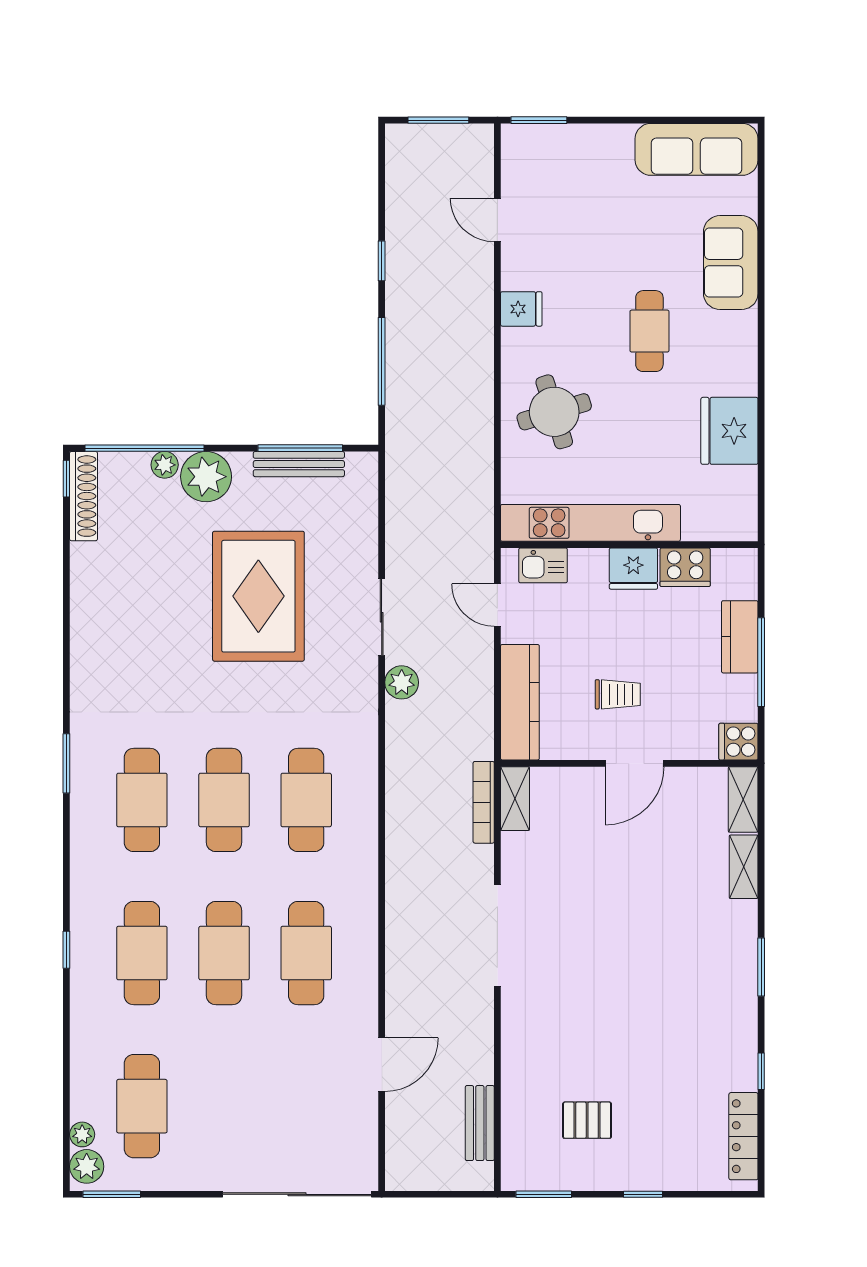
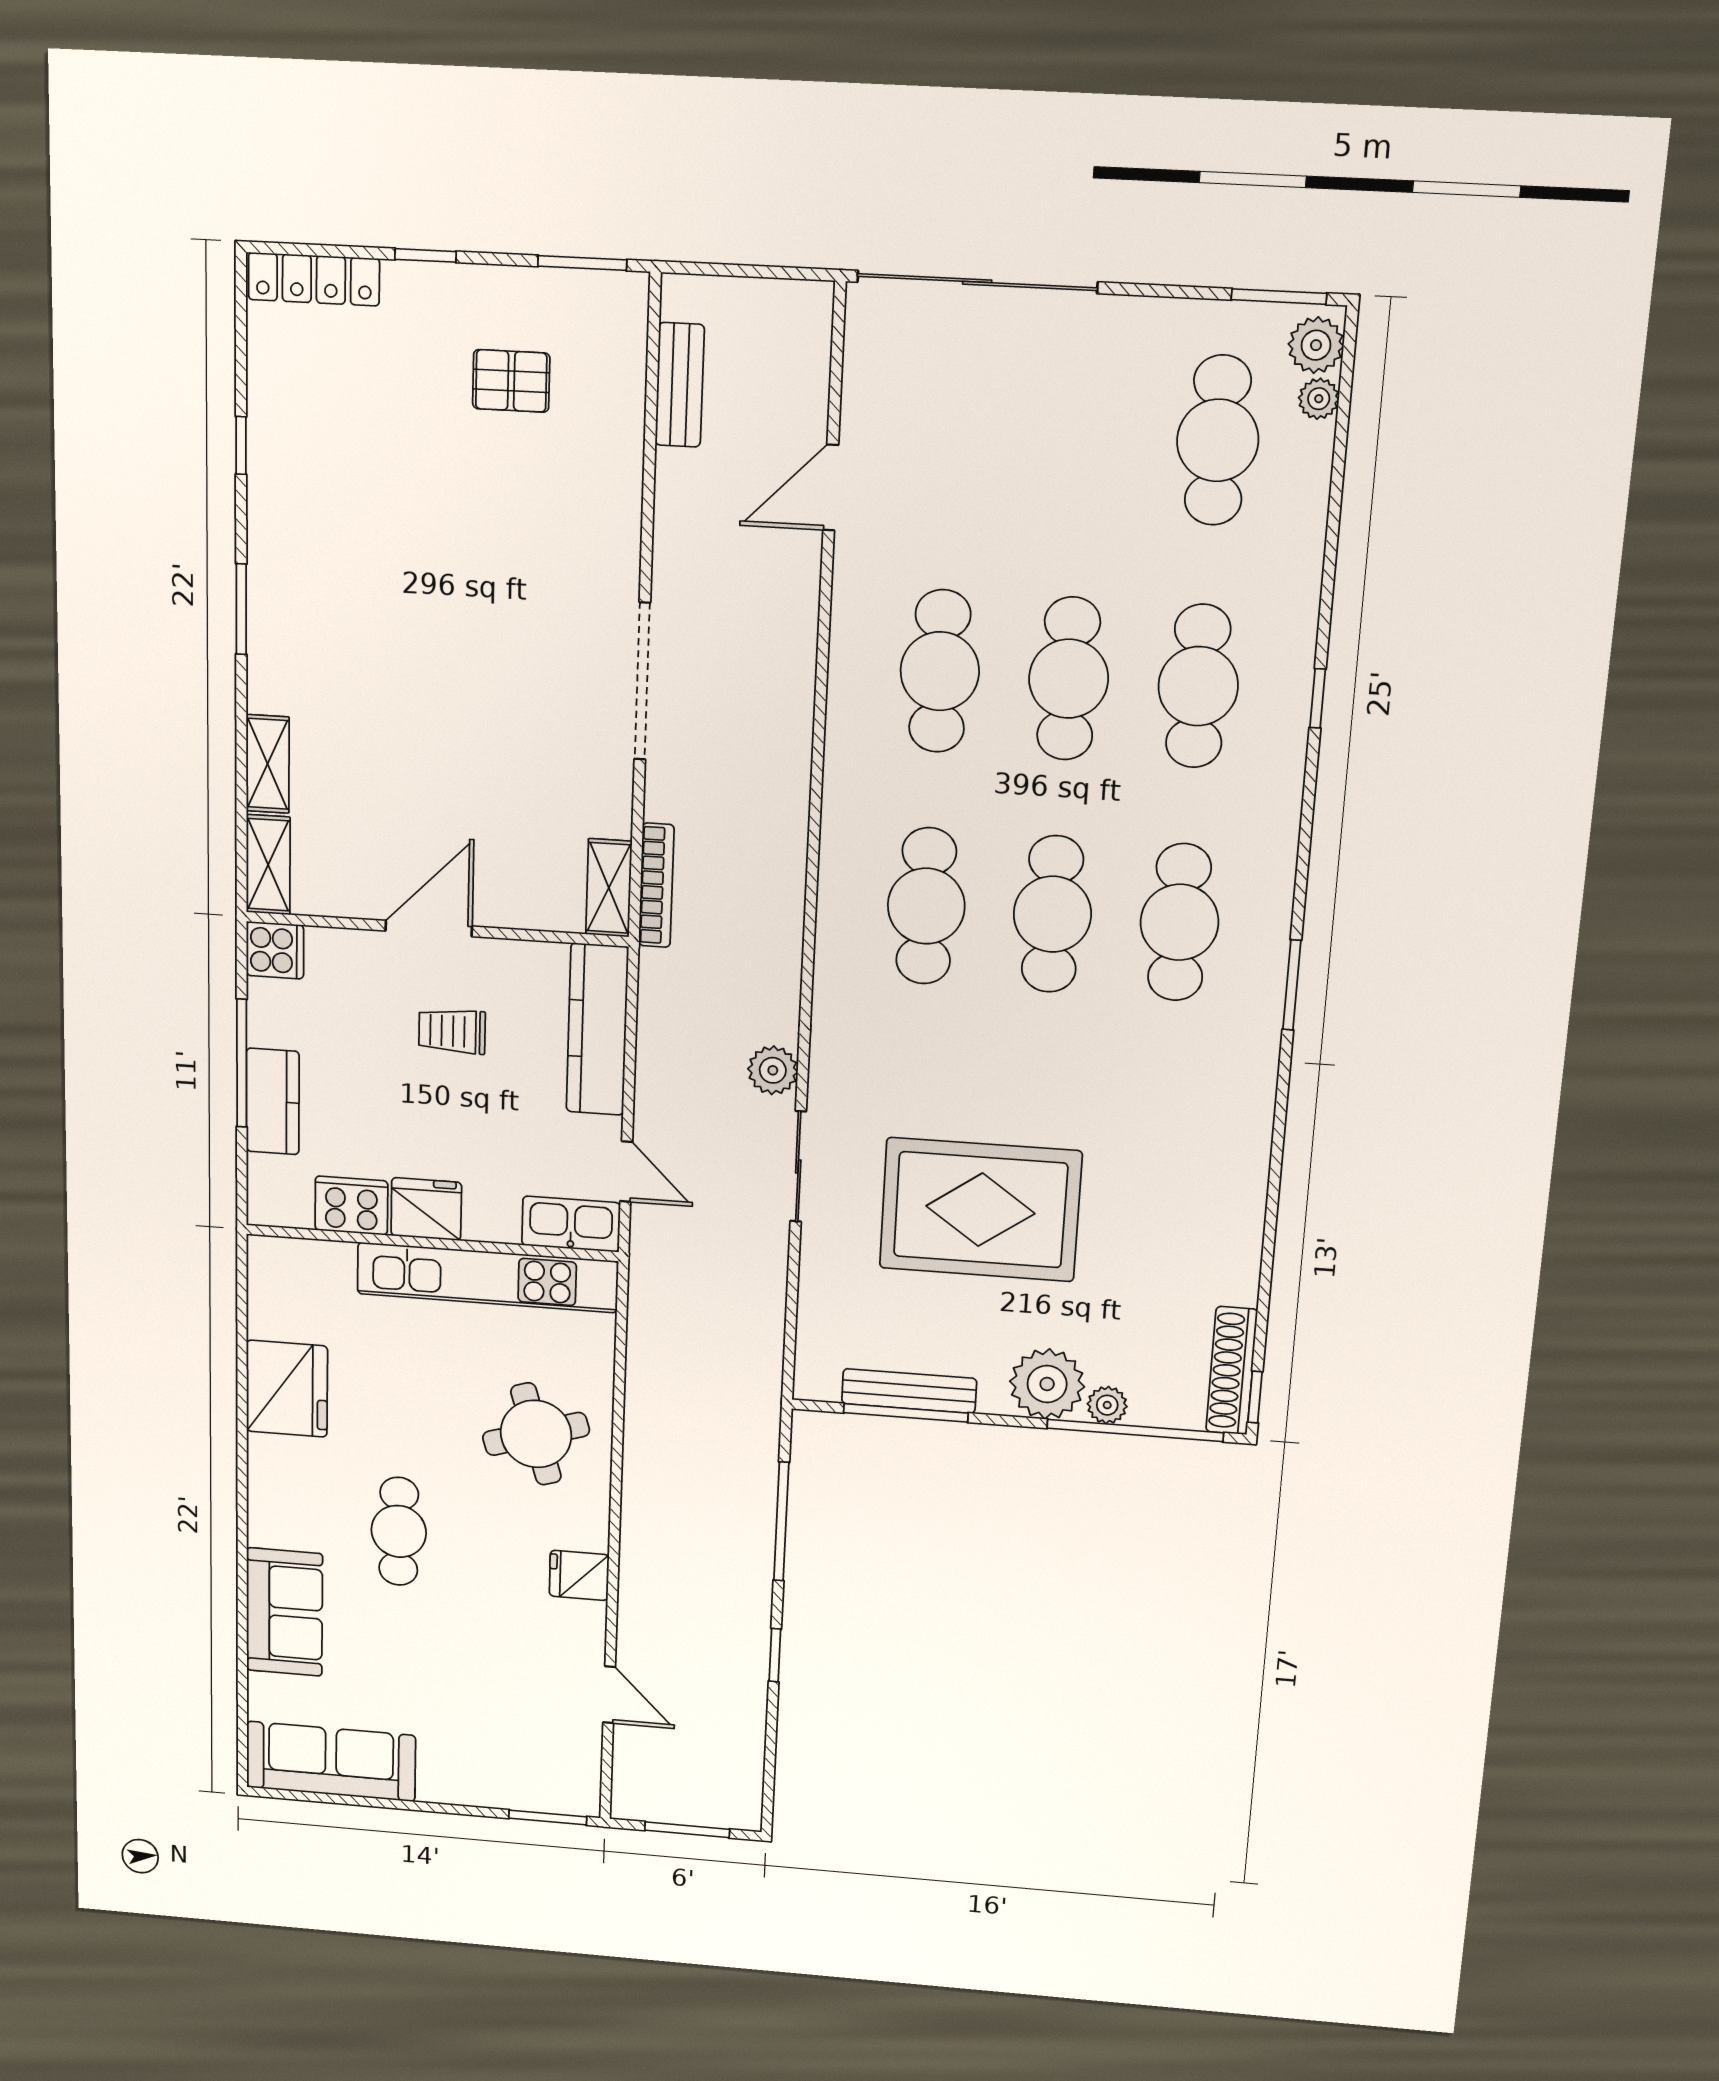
kitchen sink: (543, 565) -> (571, 1224), width x1.38
rug: (258, 596) -> (980, 1210), turned 90
locker: (743, 1136) -> (314, 279), moved, turned 90

